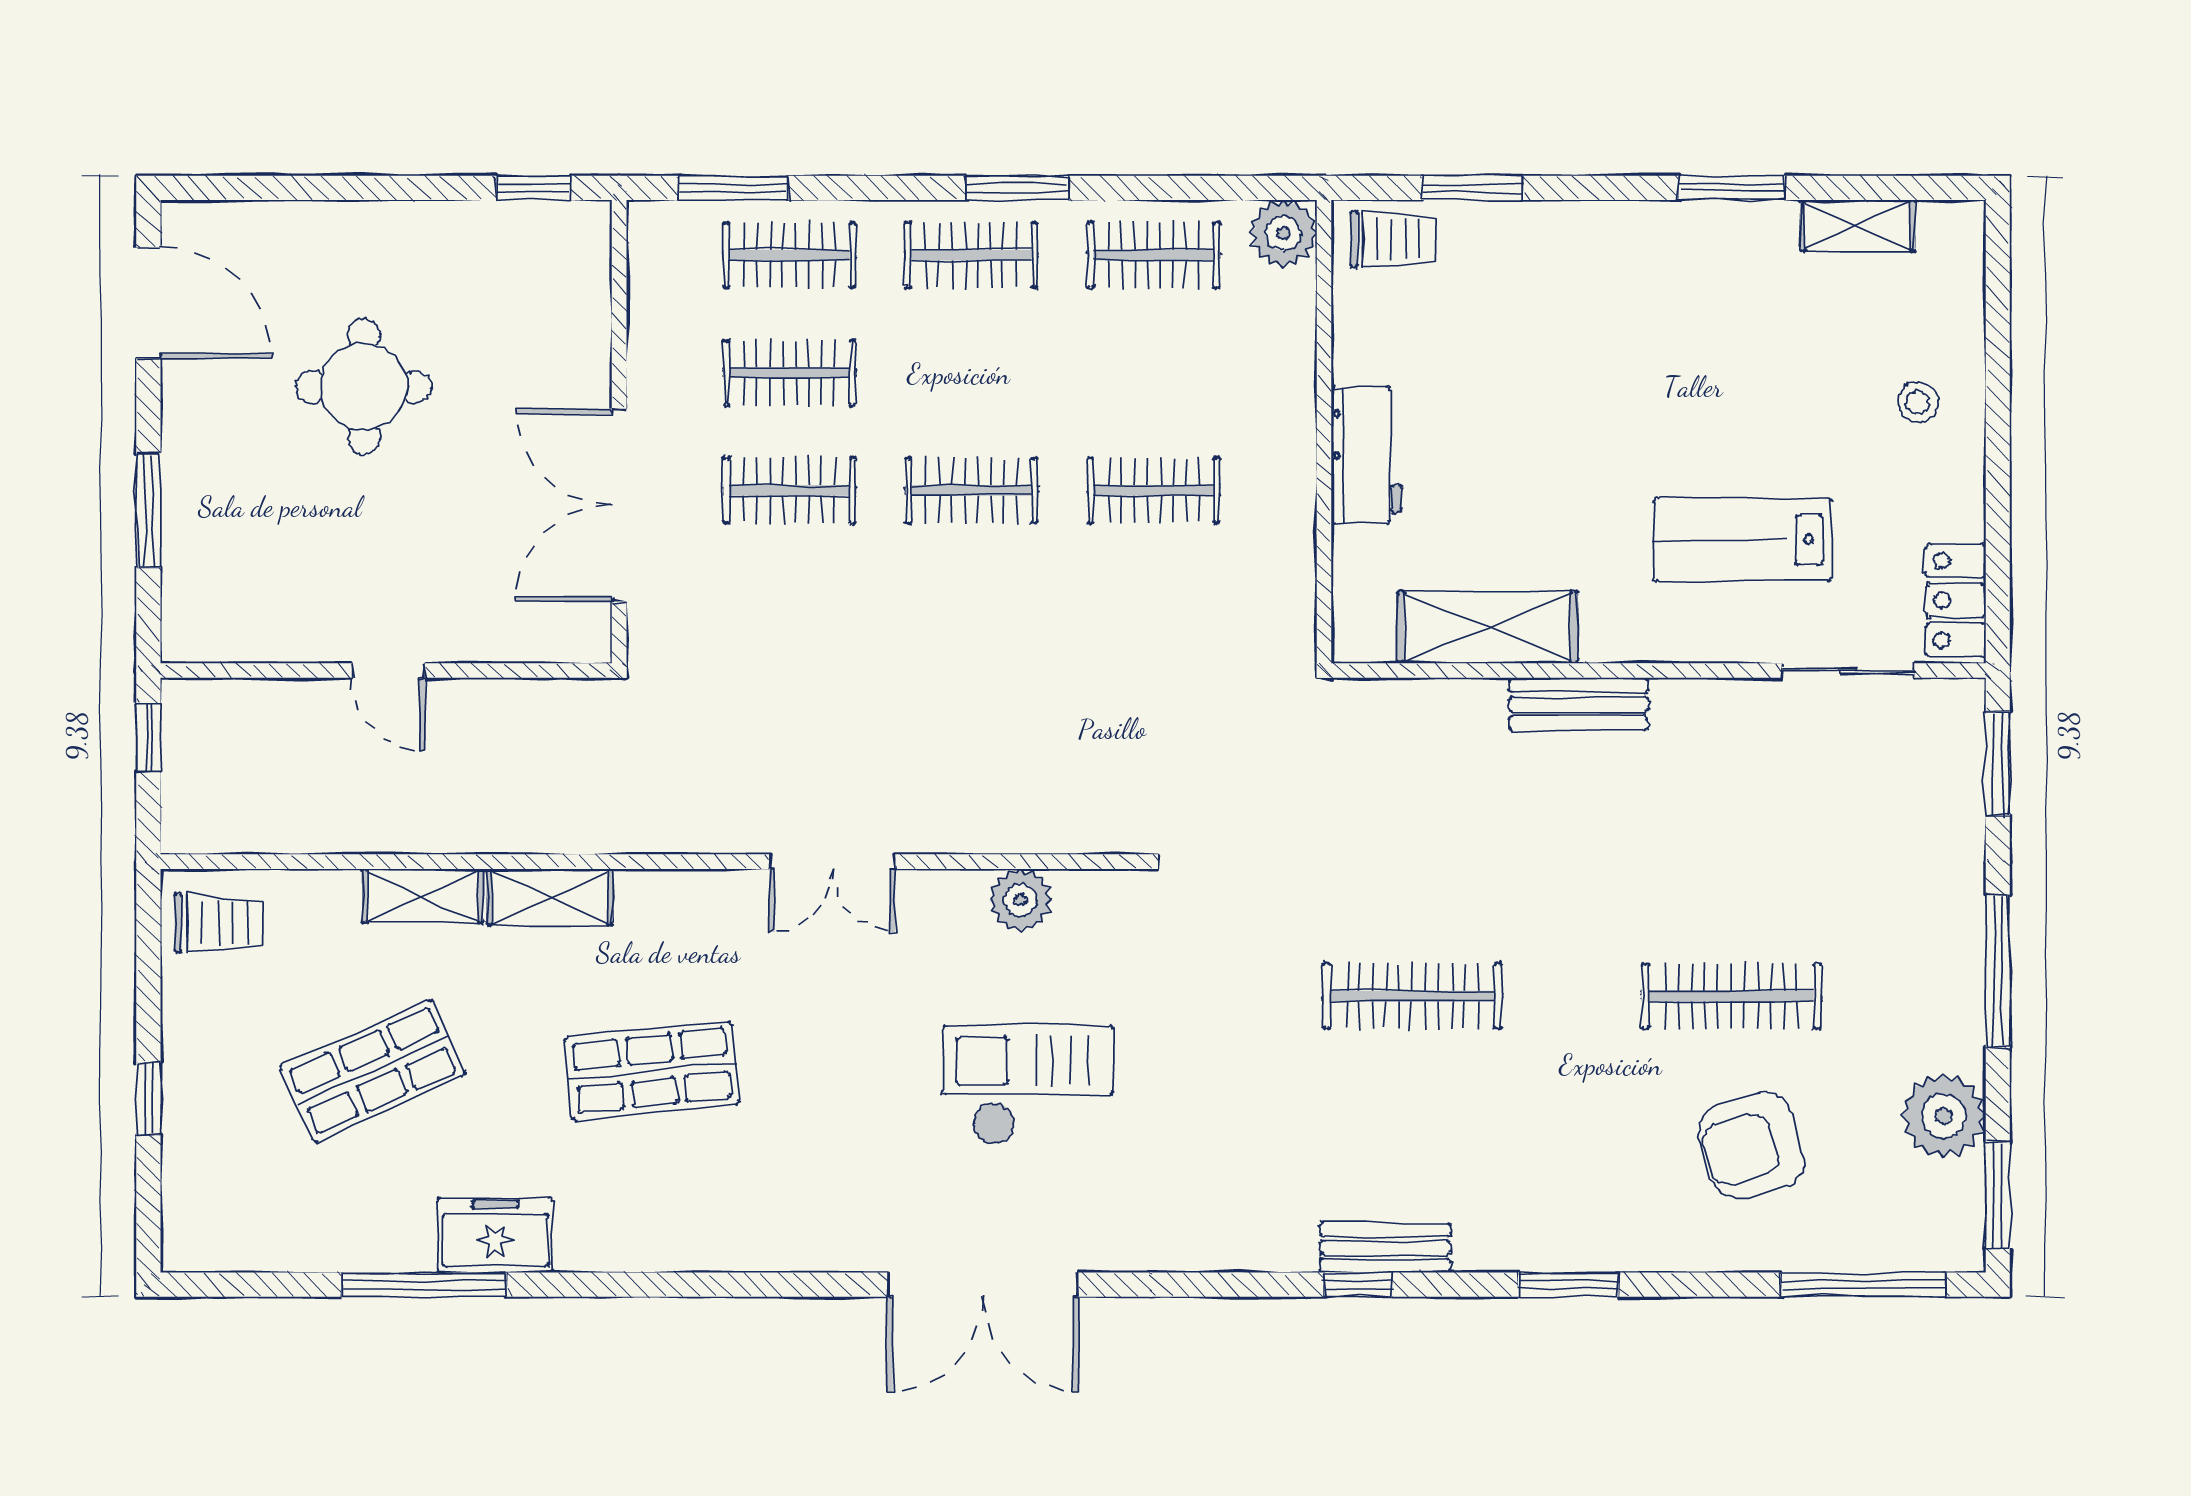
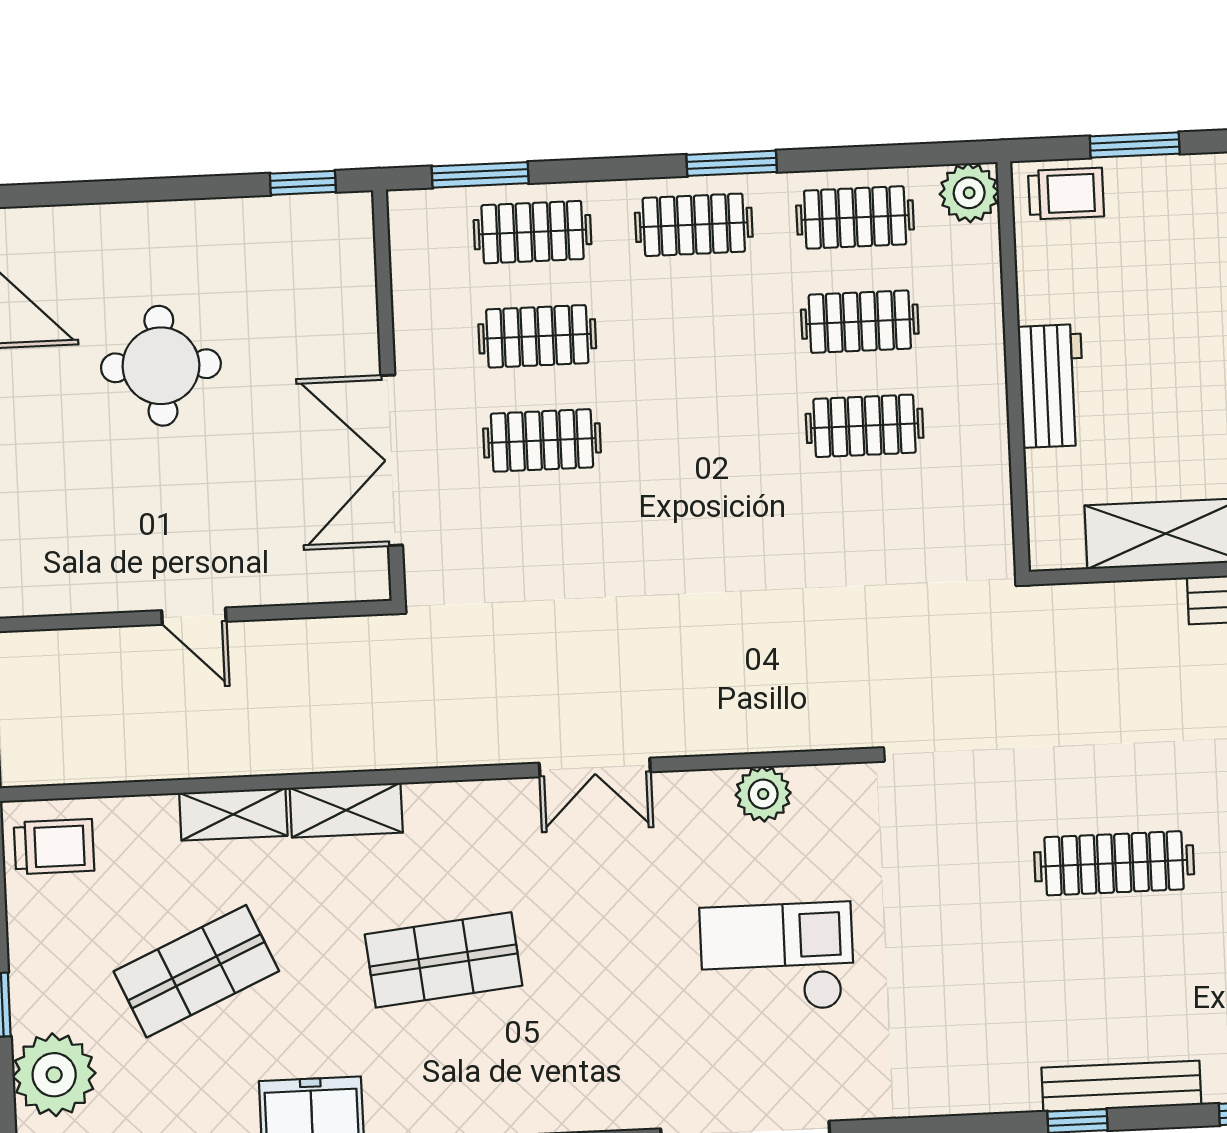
clothes rail: (972, 490) -> (860, 322), moved
plant: (207, 1180) -> (54, 1075), added
bench: (1385, 1248) -> (1121, 1086), width x1.36

